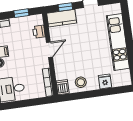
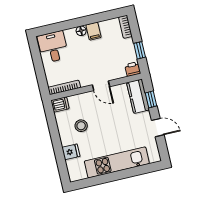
printer: (39, 32) -> (133, 69), moved
stool: (81, 82) -> (81, 126), moved

